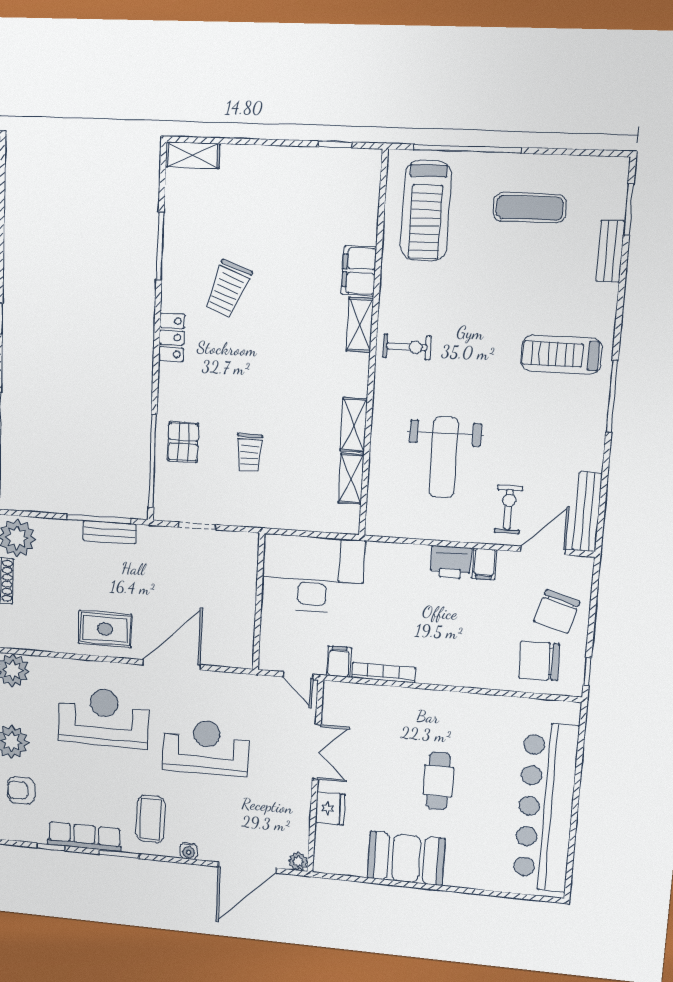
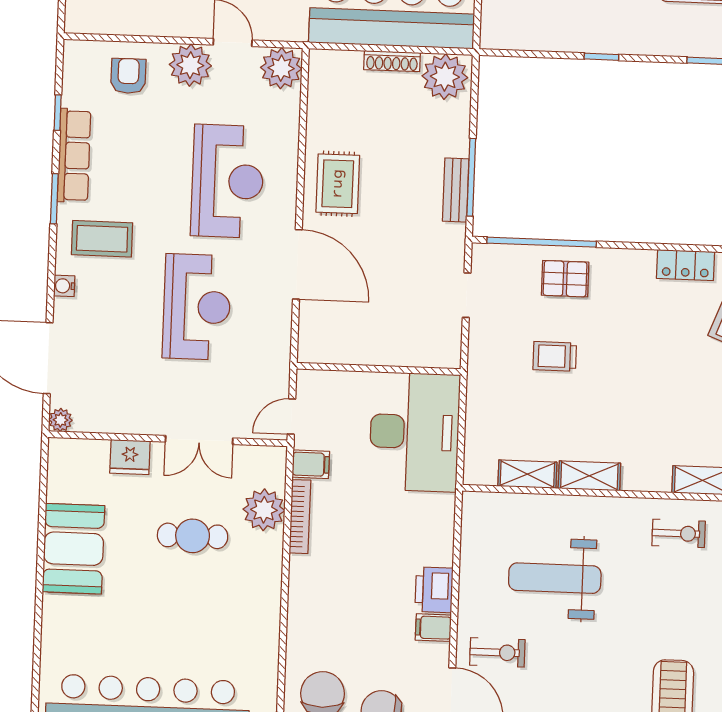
exercise bike: (407, 347) -> (679, 533), turned -90
plant: (377, 702) -> (264, 510), added
cafe table: (438, 781) -> (193, 536), moved

